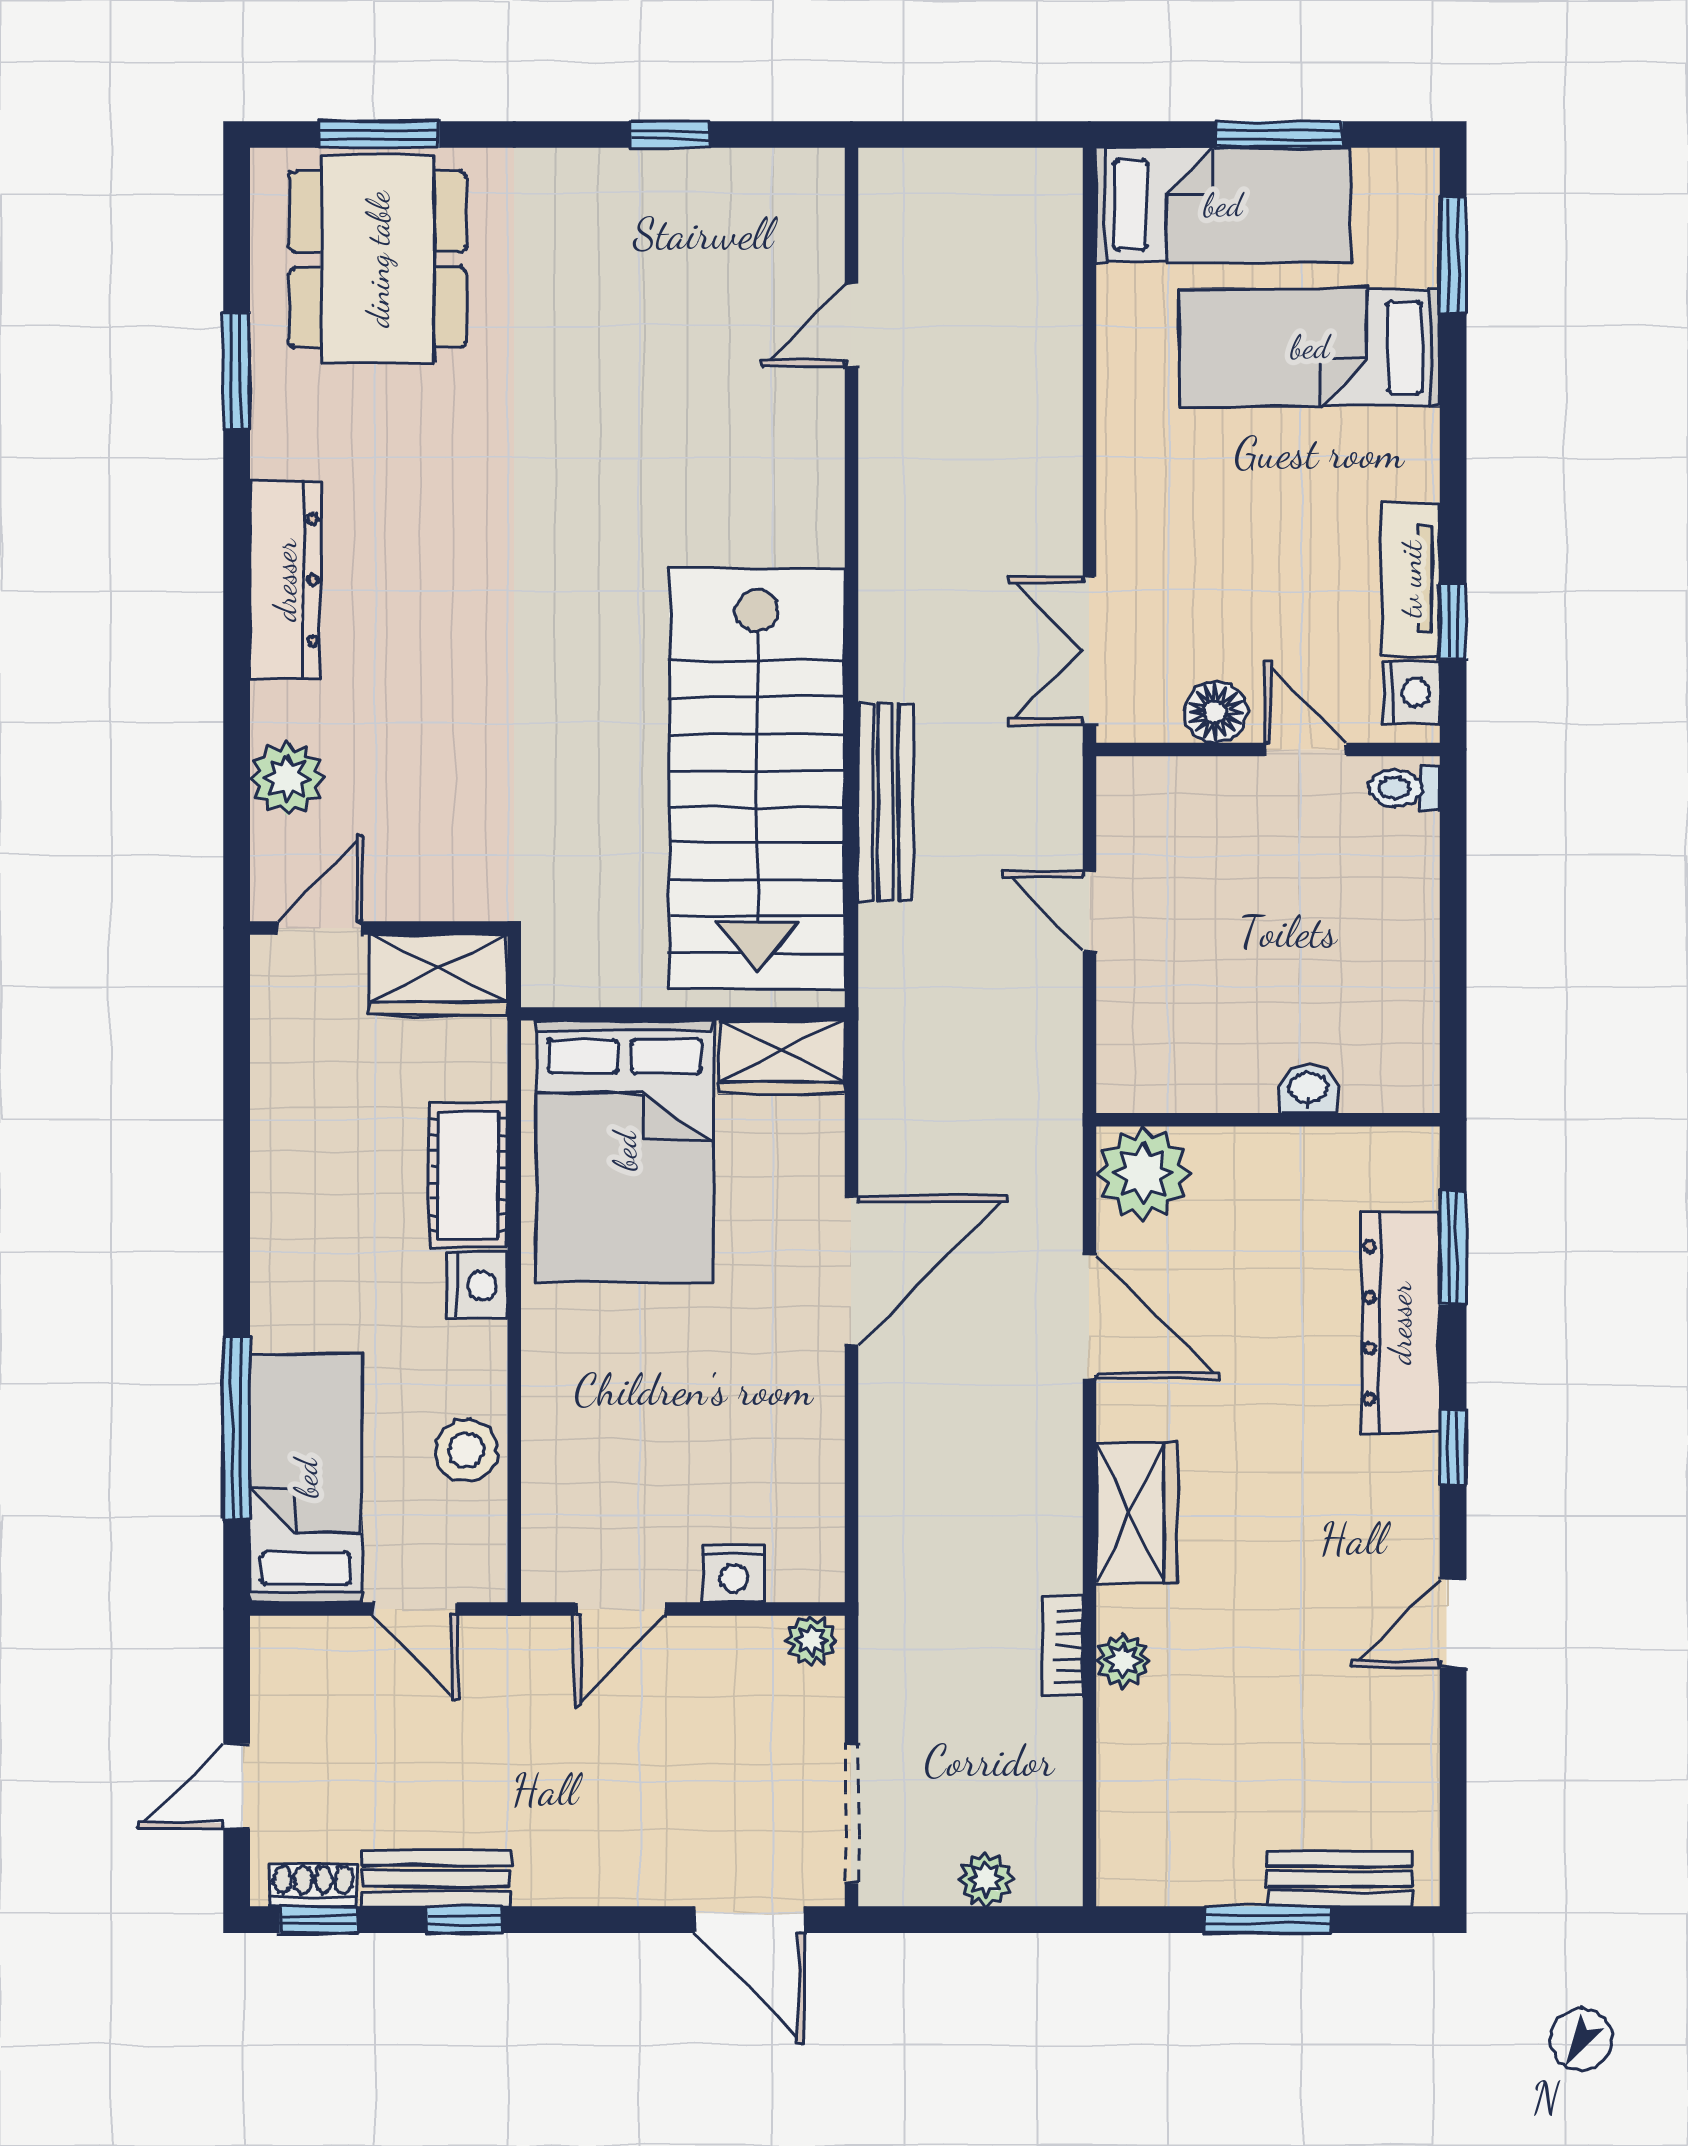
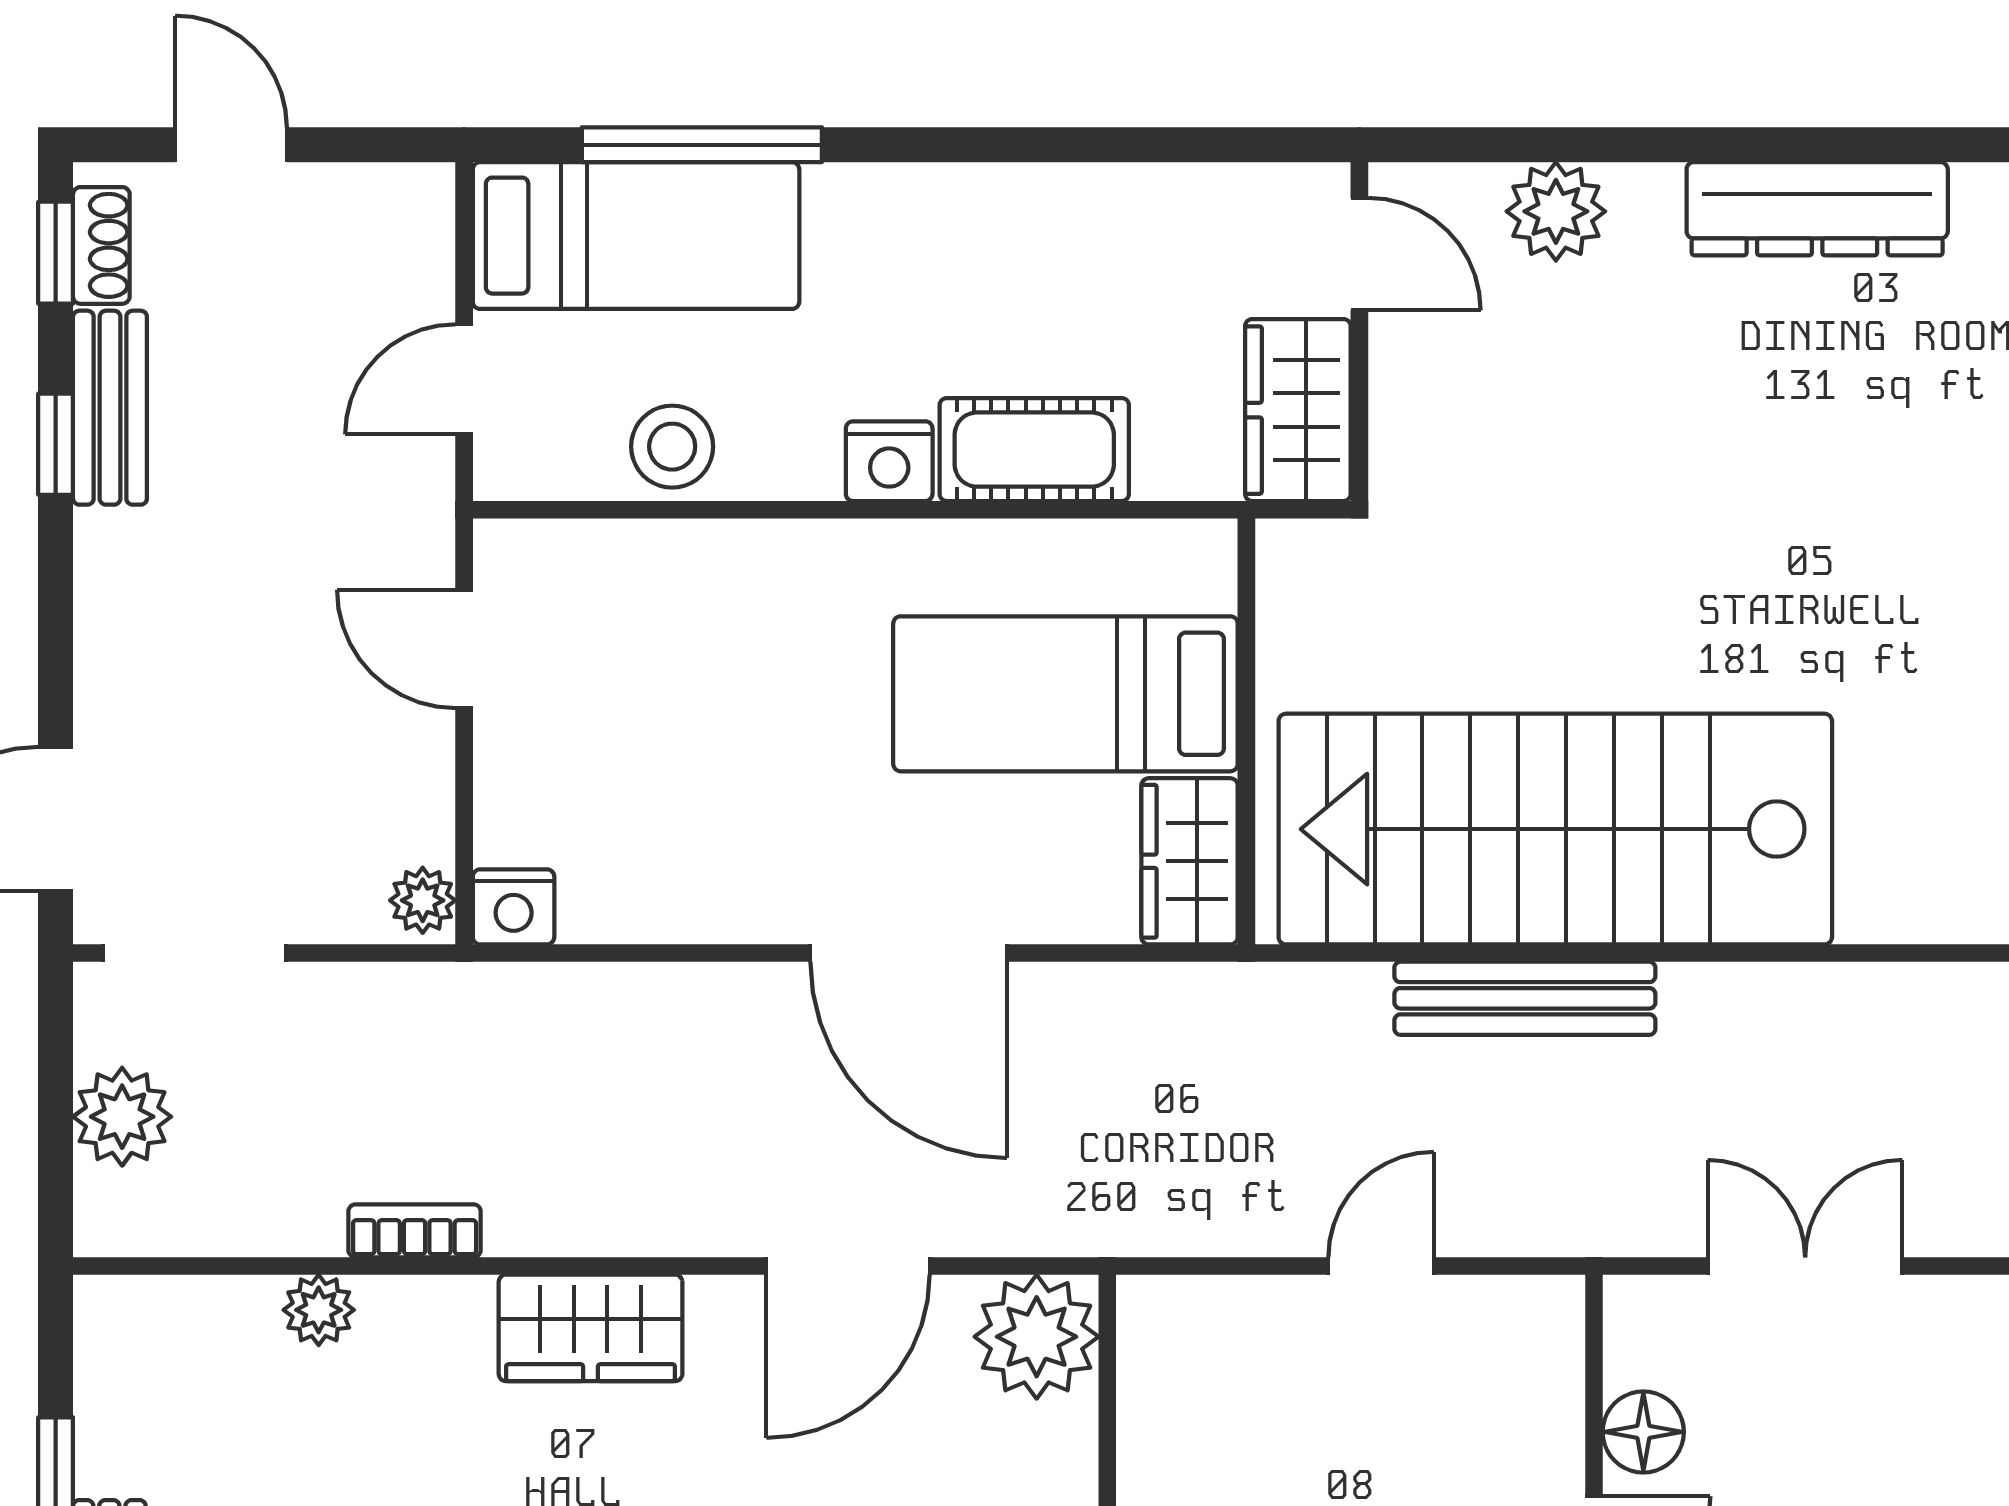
double door: (1089, 651) -> (1805, 1266), moved
bed: (625, 1151) -> (1065, 694), width x0.67
nightstand: (734, 1574) -> (514, 907), moved, turned -90
plant: (1123, 1660) -> (319, 1310), moved
plant: (986, 1879) -> (122, 1117), width x1.38, depth x1.38

